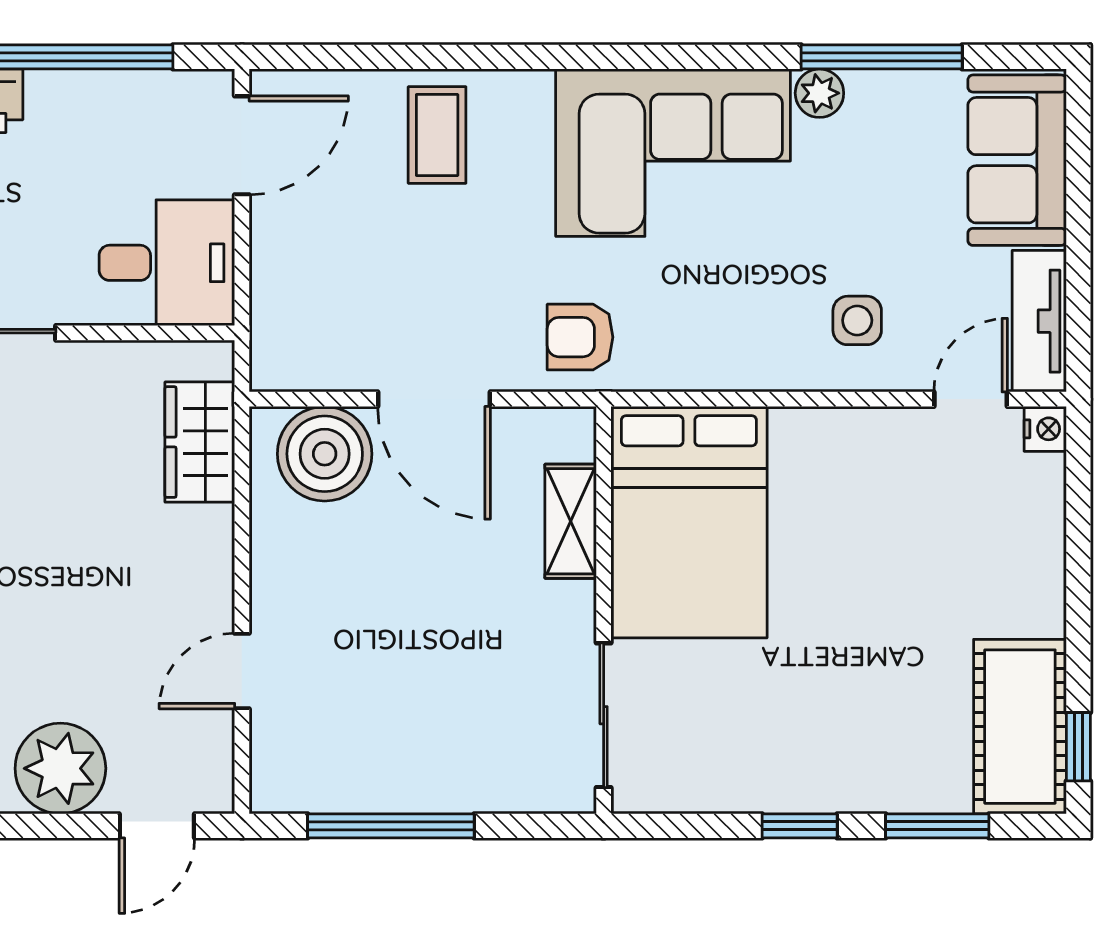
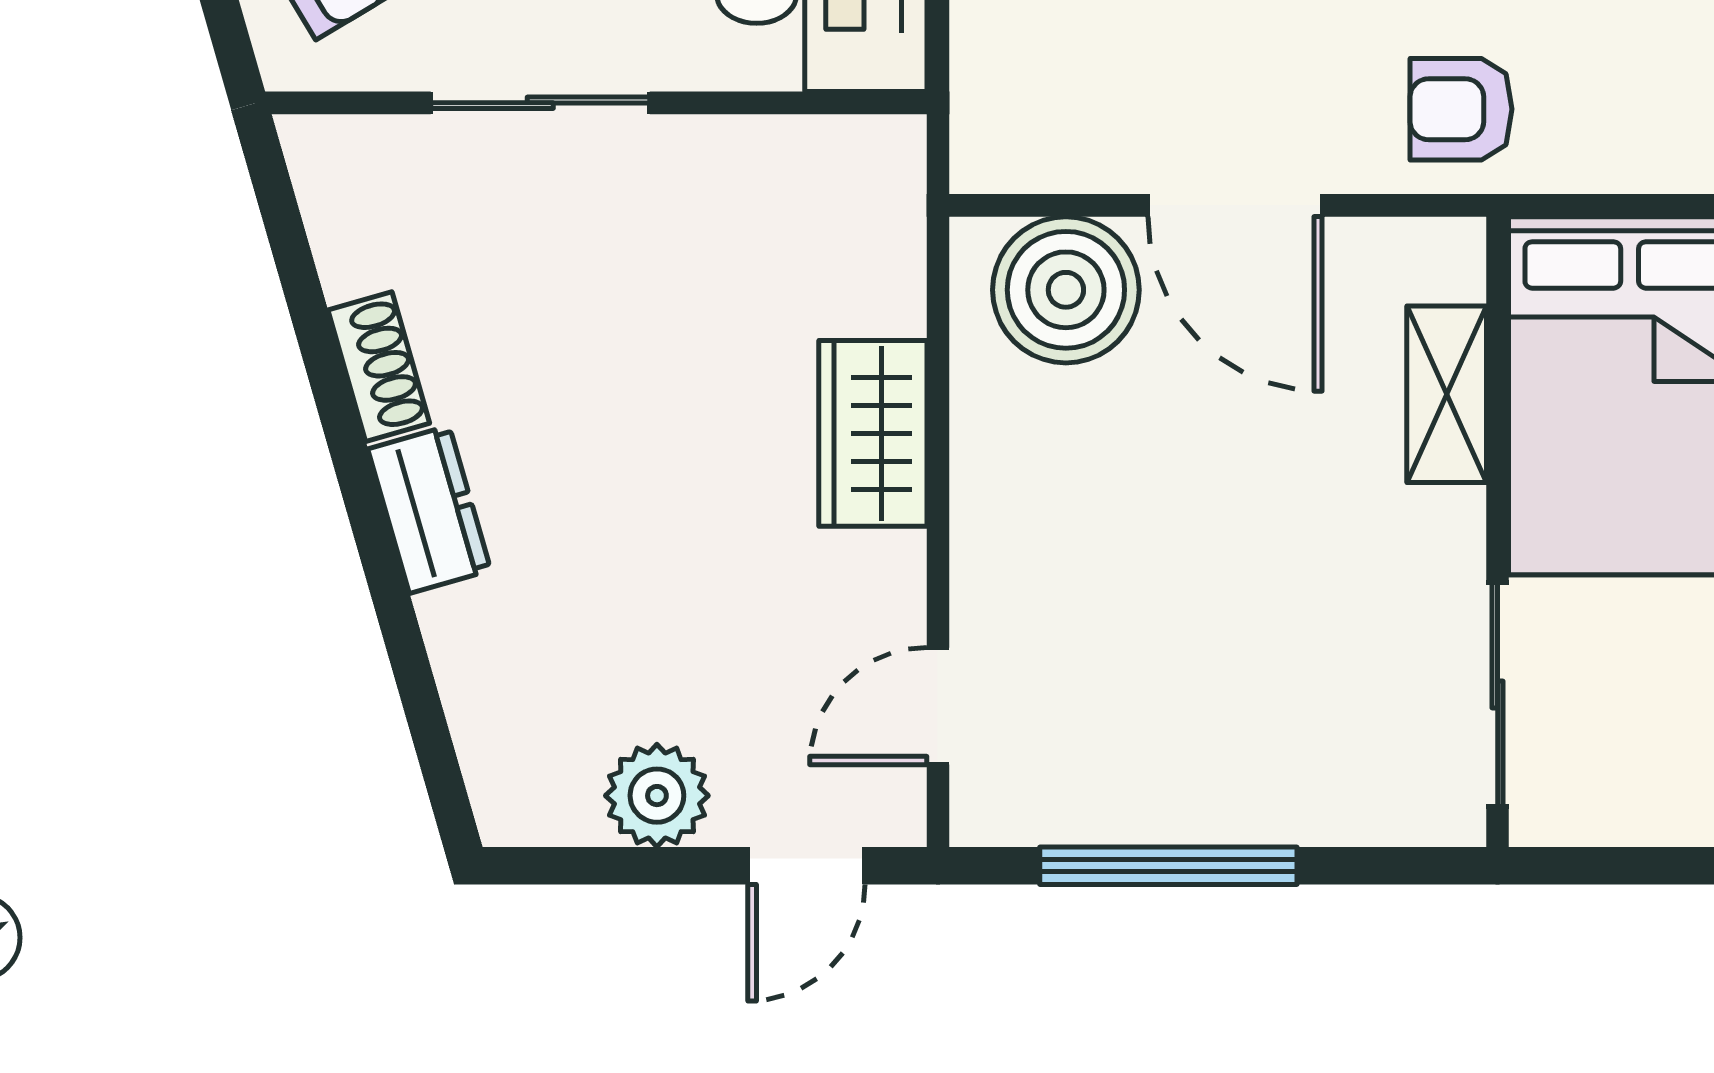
wardrobe: (200, 442) -> (873, 433), moved
door: (242, 671) -> (938, 706), moved
plant: (60, 768) -> (657, 796), width x0.73, depth x0.73

